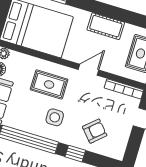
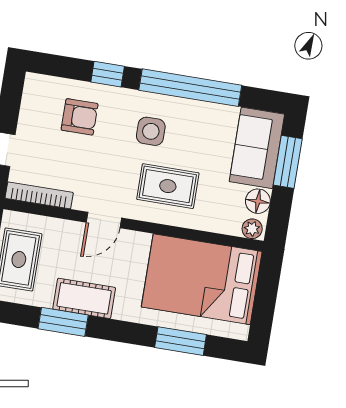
window: (120, 14) -> (63, 322), added
armchair: (95, 131) -> (80, 117), turned -138

